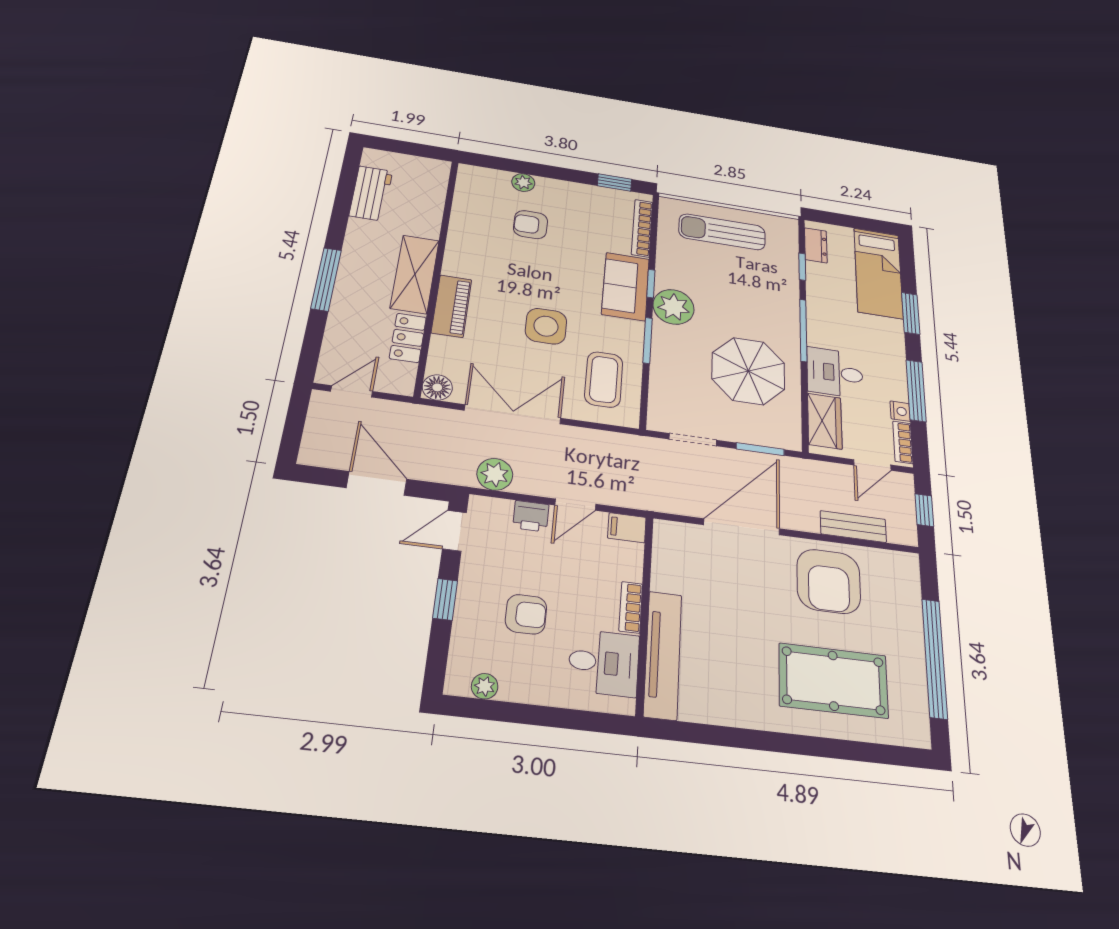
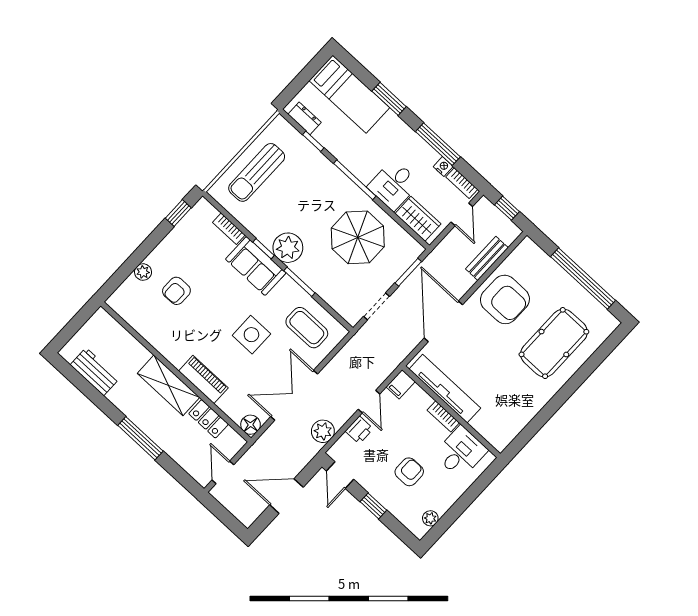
bookcase: (642, 228) -> (229, 229), width x0.64
tv unit: (663, 655) -> (445, 389), moved

